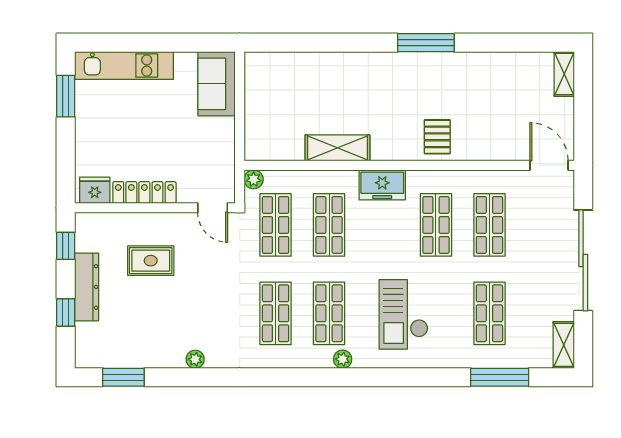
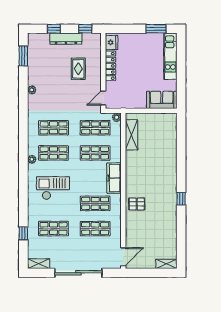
window: (426, 43) -> (181, 199), width x0.46
shelving: (337, 148) -> (131, 135), moved
freezer: (382, 185) -> (114, 178), width x1.40
window: (500, 377) -> (23, 233), width x0.46

